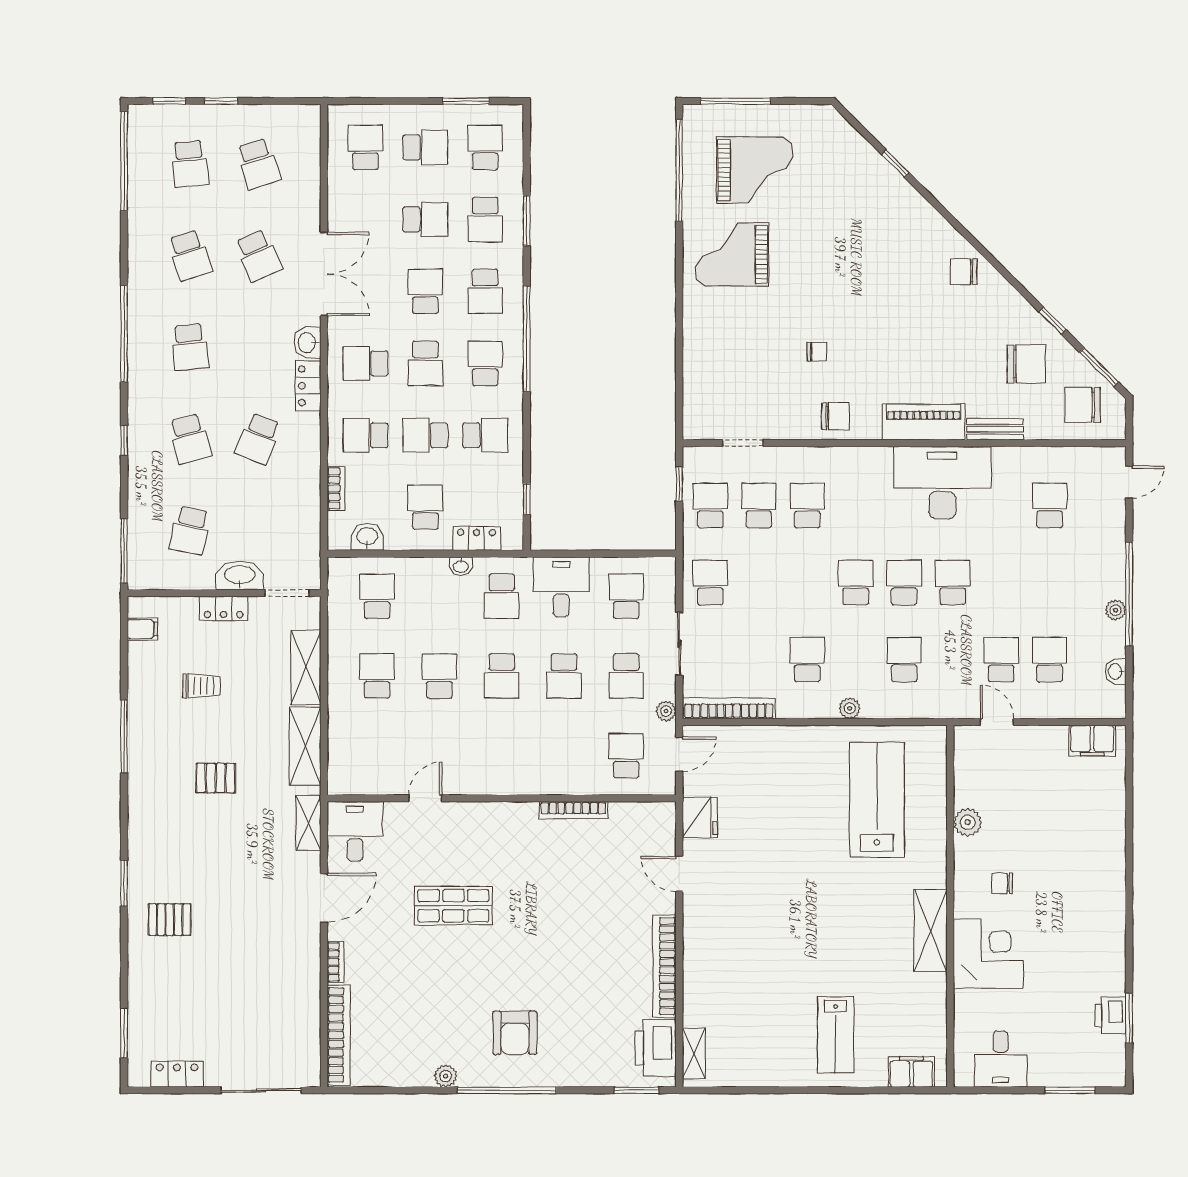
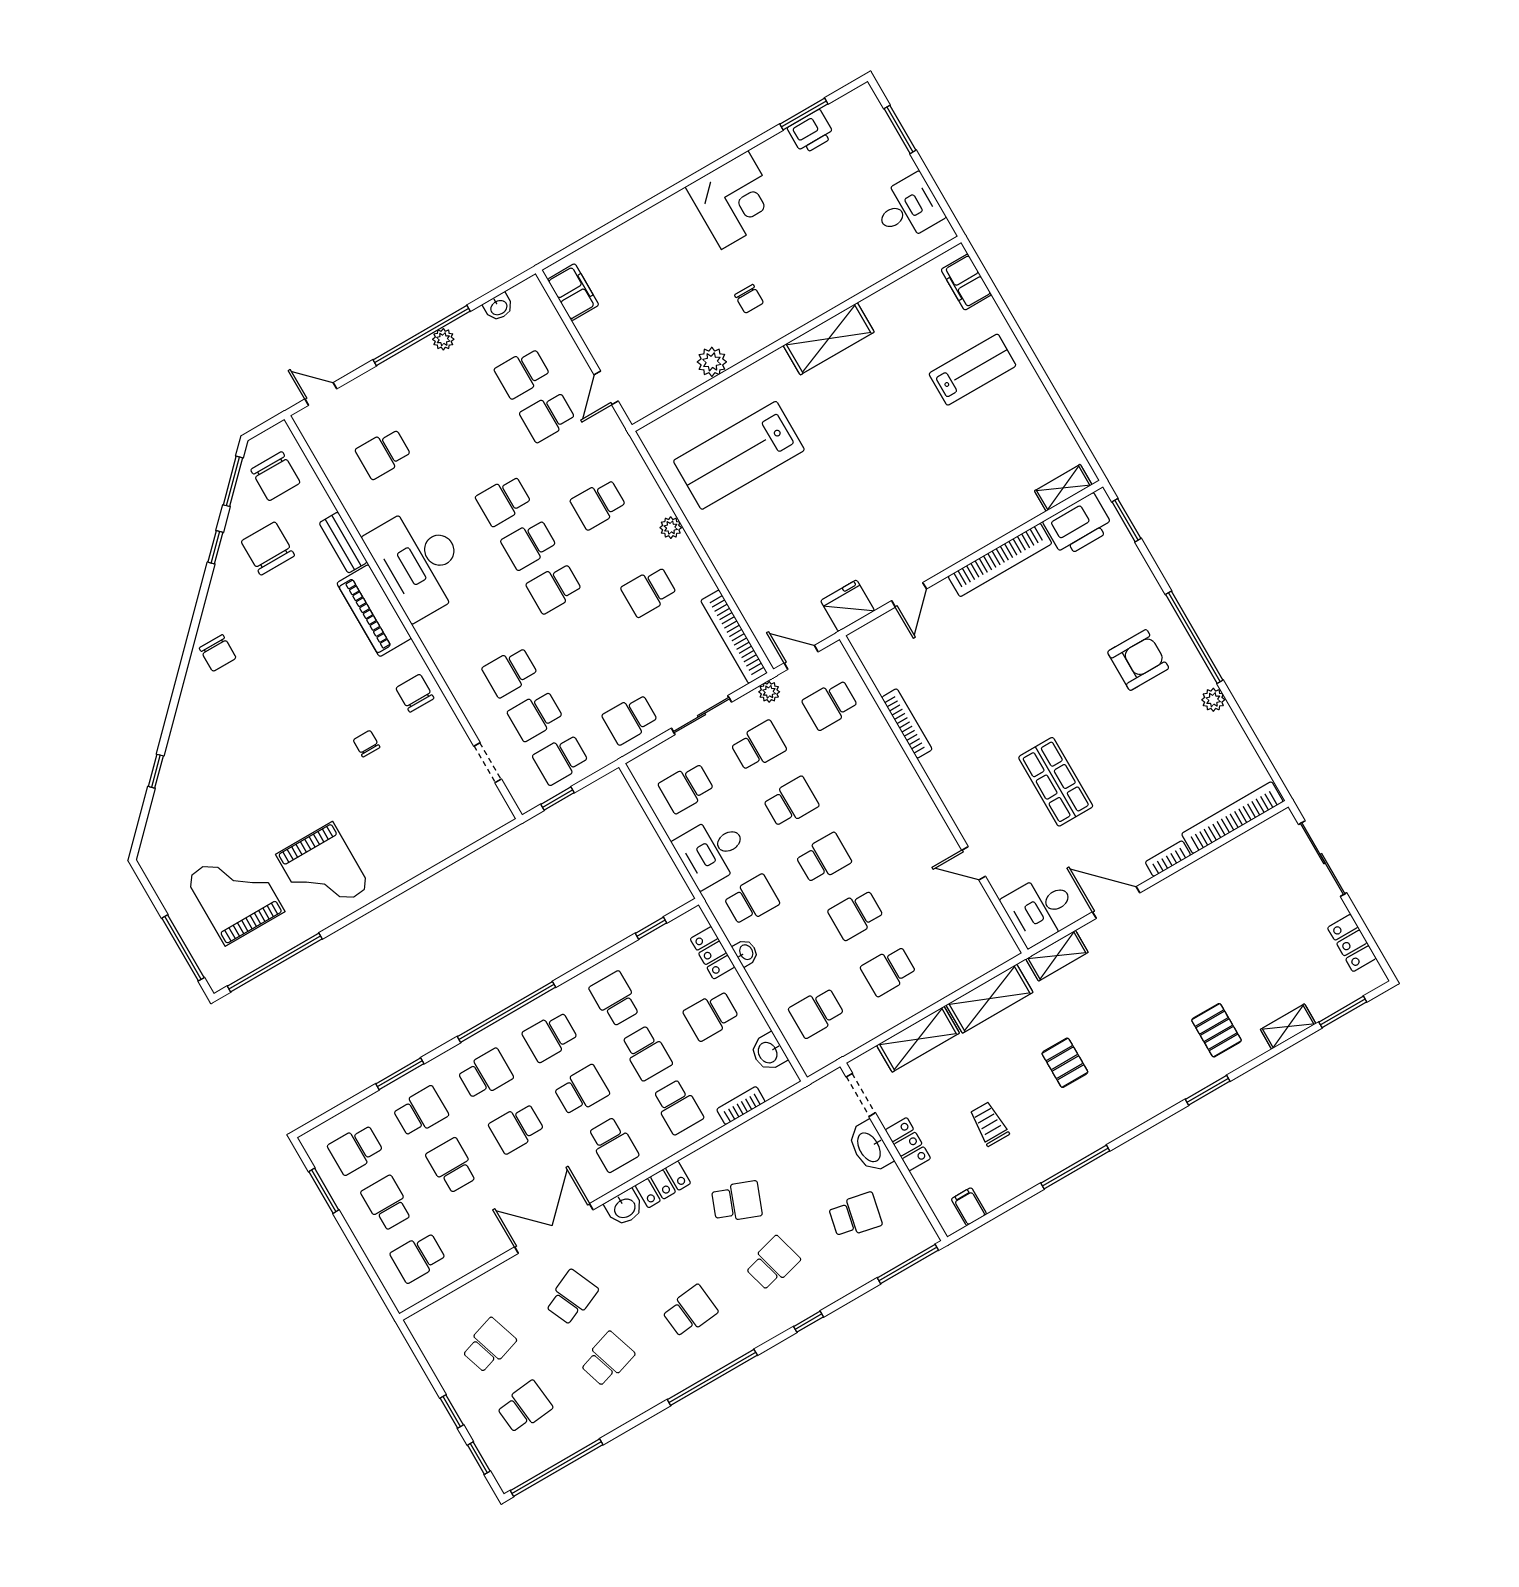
corner desk: (988, 954) -> (735, 200), moved, turned 180
shelving: (138, 981) -> (1288, 1027), added

